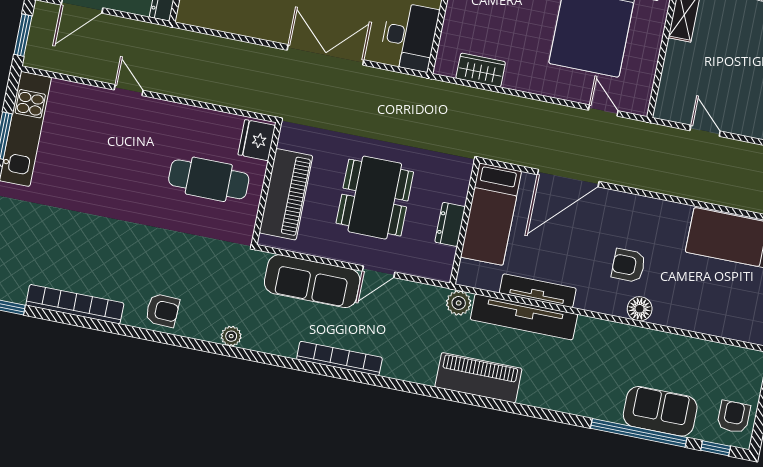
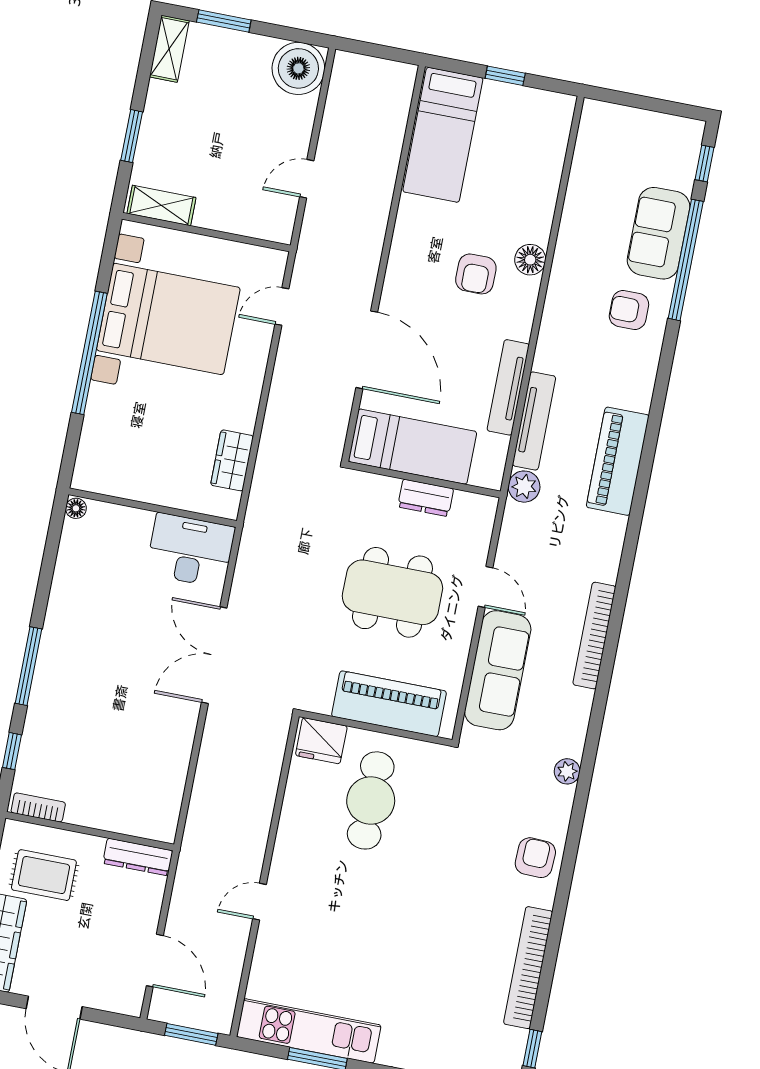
tv unit: (524, 317) -> (534, 421), width x0.73, depth x0.78
armchair: (734, 417) -> (629, 310), moved

